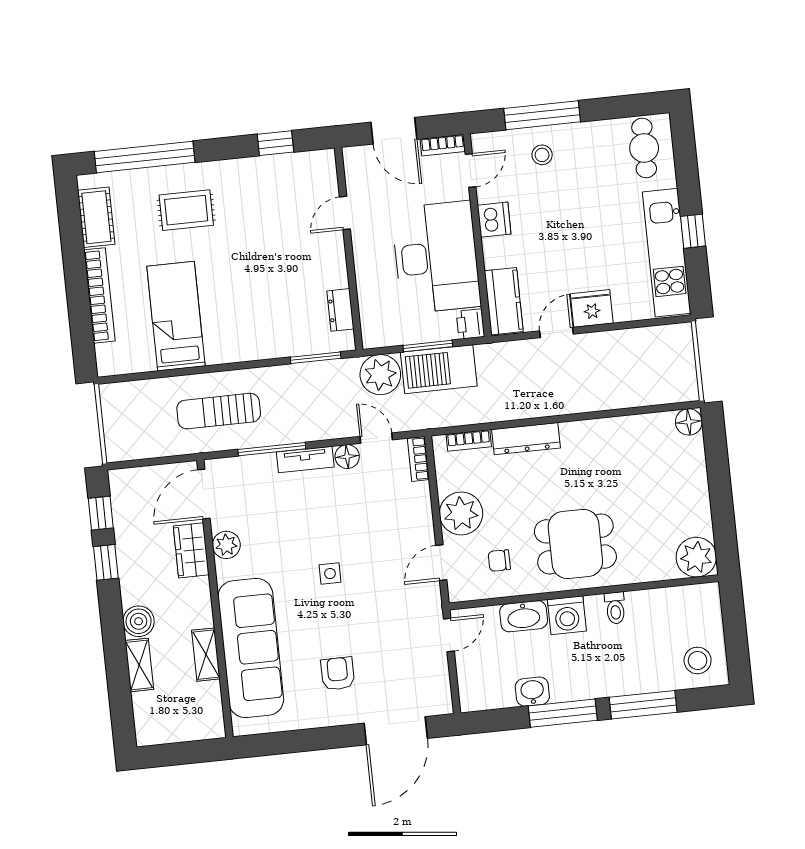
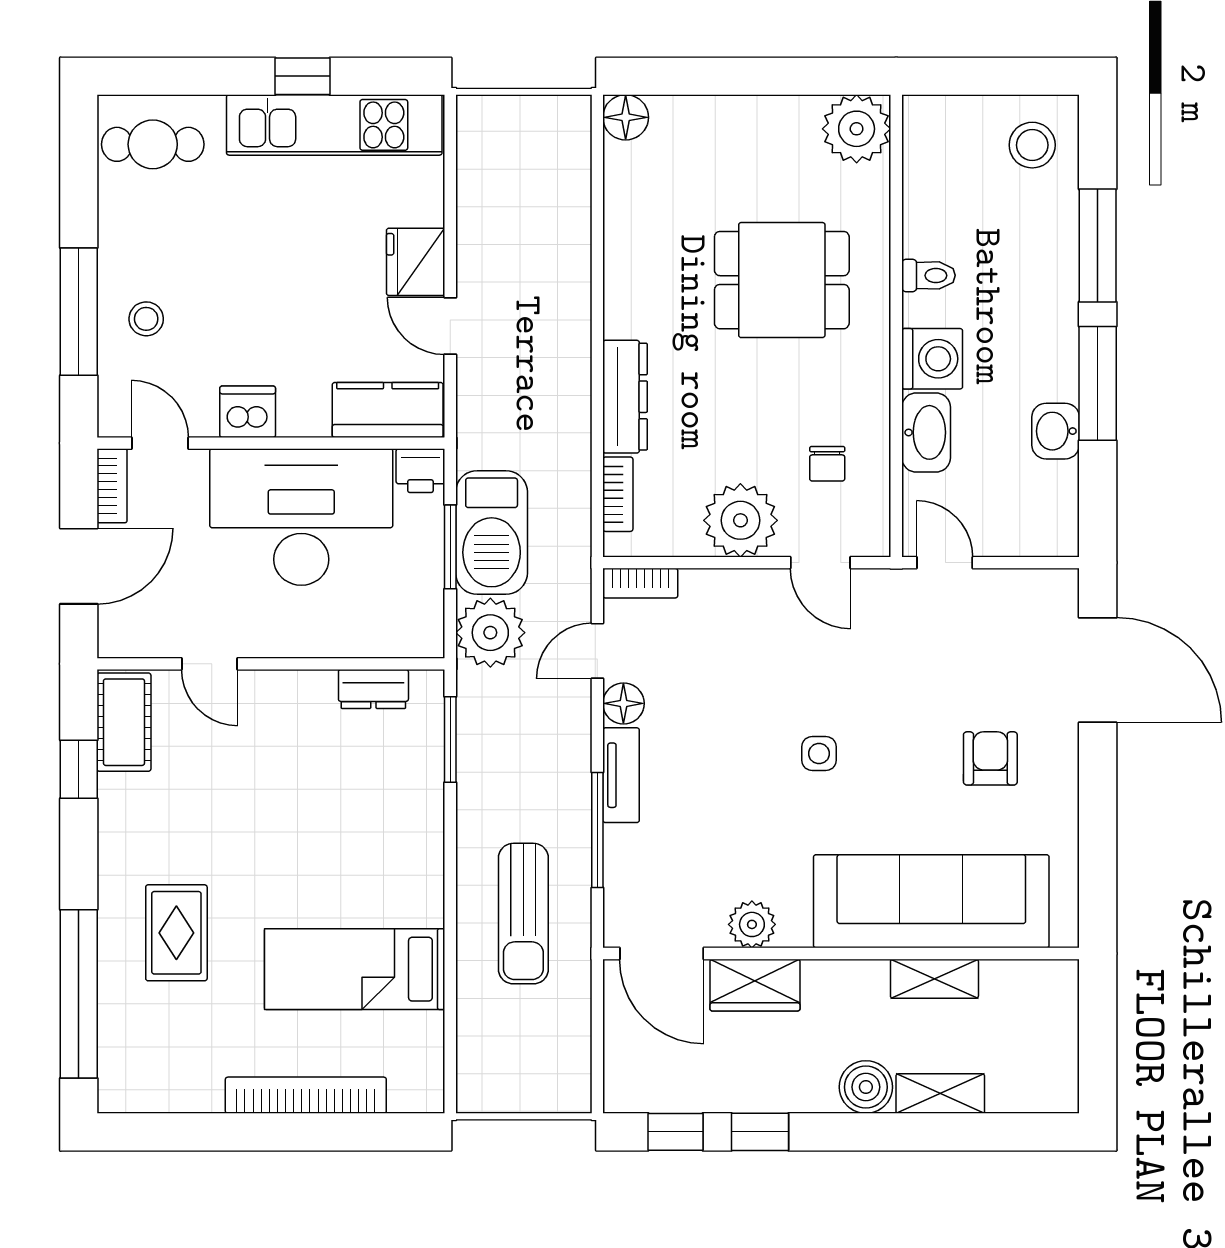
cot: (96, 217) -> (124, 722), moved, turned 90
dining table: (575, 544) -> (782, 280), moved, turned 90
armchair: (338, 674) -> (990, 758), turned 90

